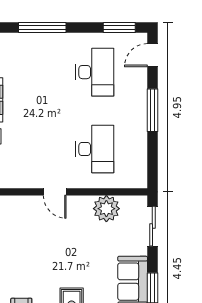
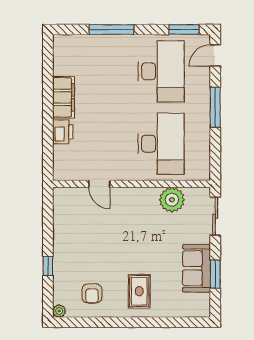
desk: (95, 72) -> (161, 71), width x1.36, depth x1.30
desk: (95, 149) -> (161, 144), width x1.36, depth x1.30
door: (55, 192) -> (99, 184), moved

